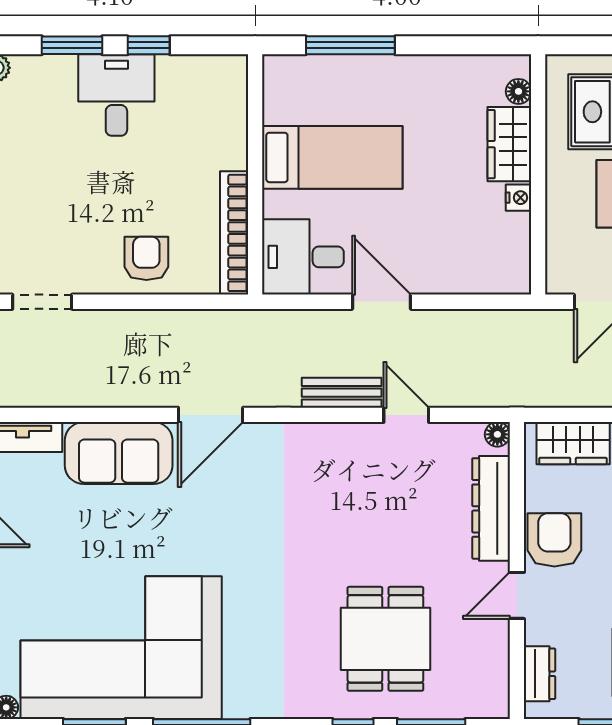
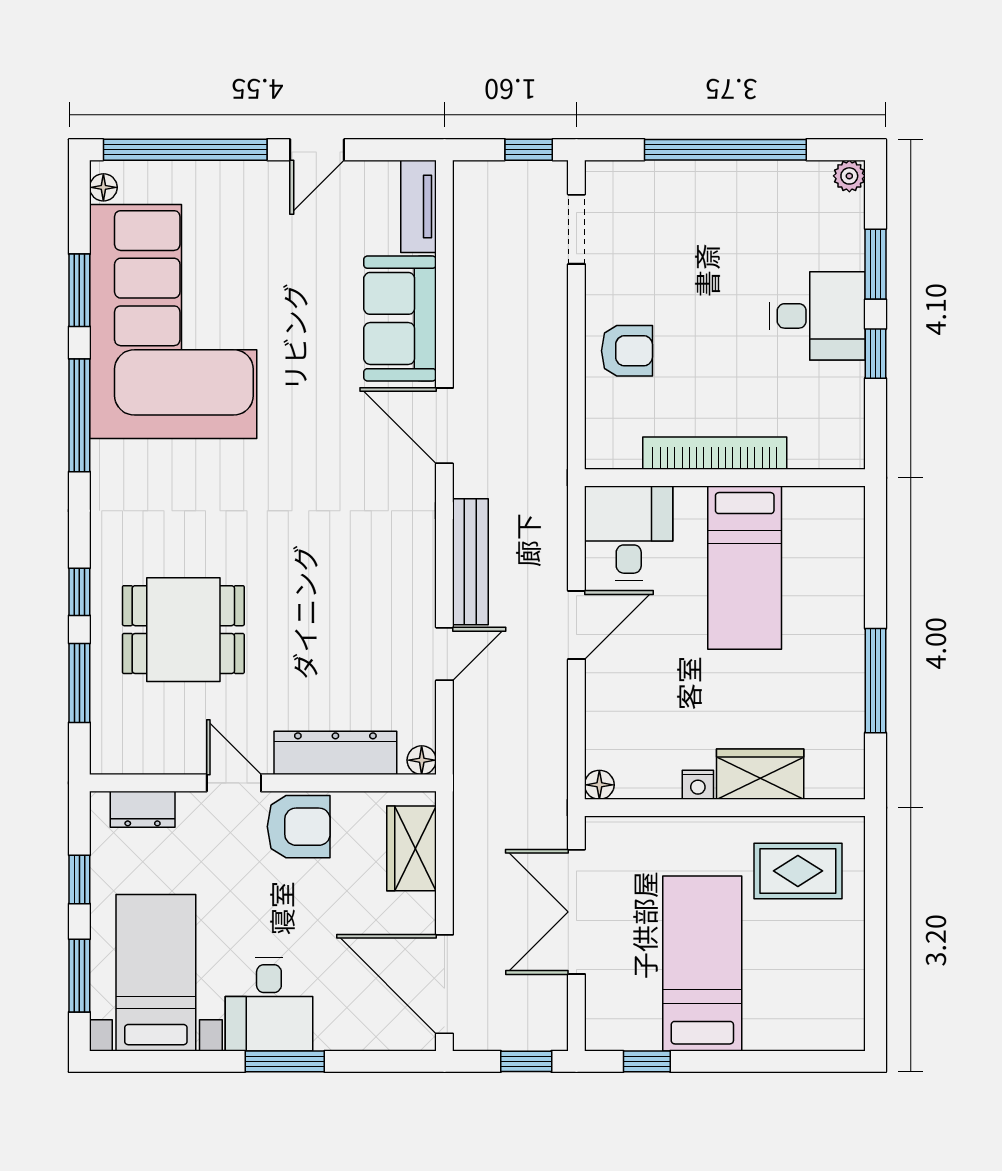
window: (350, 45) -> (875, 681), moved
floor lamp: (518, 91) -> (599, 785), moved
bookcase: (234, 233) -> (715, 453), moved
bench: (342, 393) -> (470, 562), width x1.36

